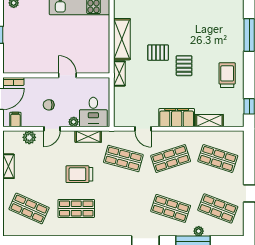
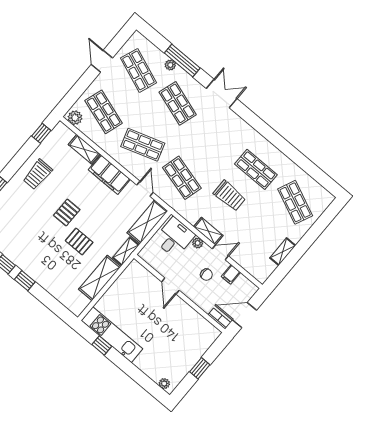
shelving: (122, 107) -> (147, 222), added
filing cabinet: (15, 119) -> (231, 274), moved
plant: (29, 137) -> (75, 118), moved
shelving: (88, 137) -> (208, 231), moved

